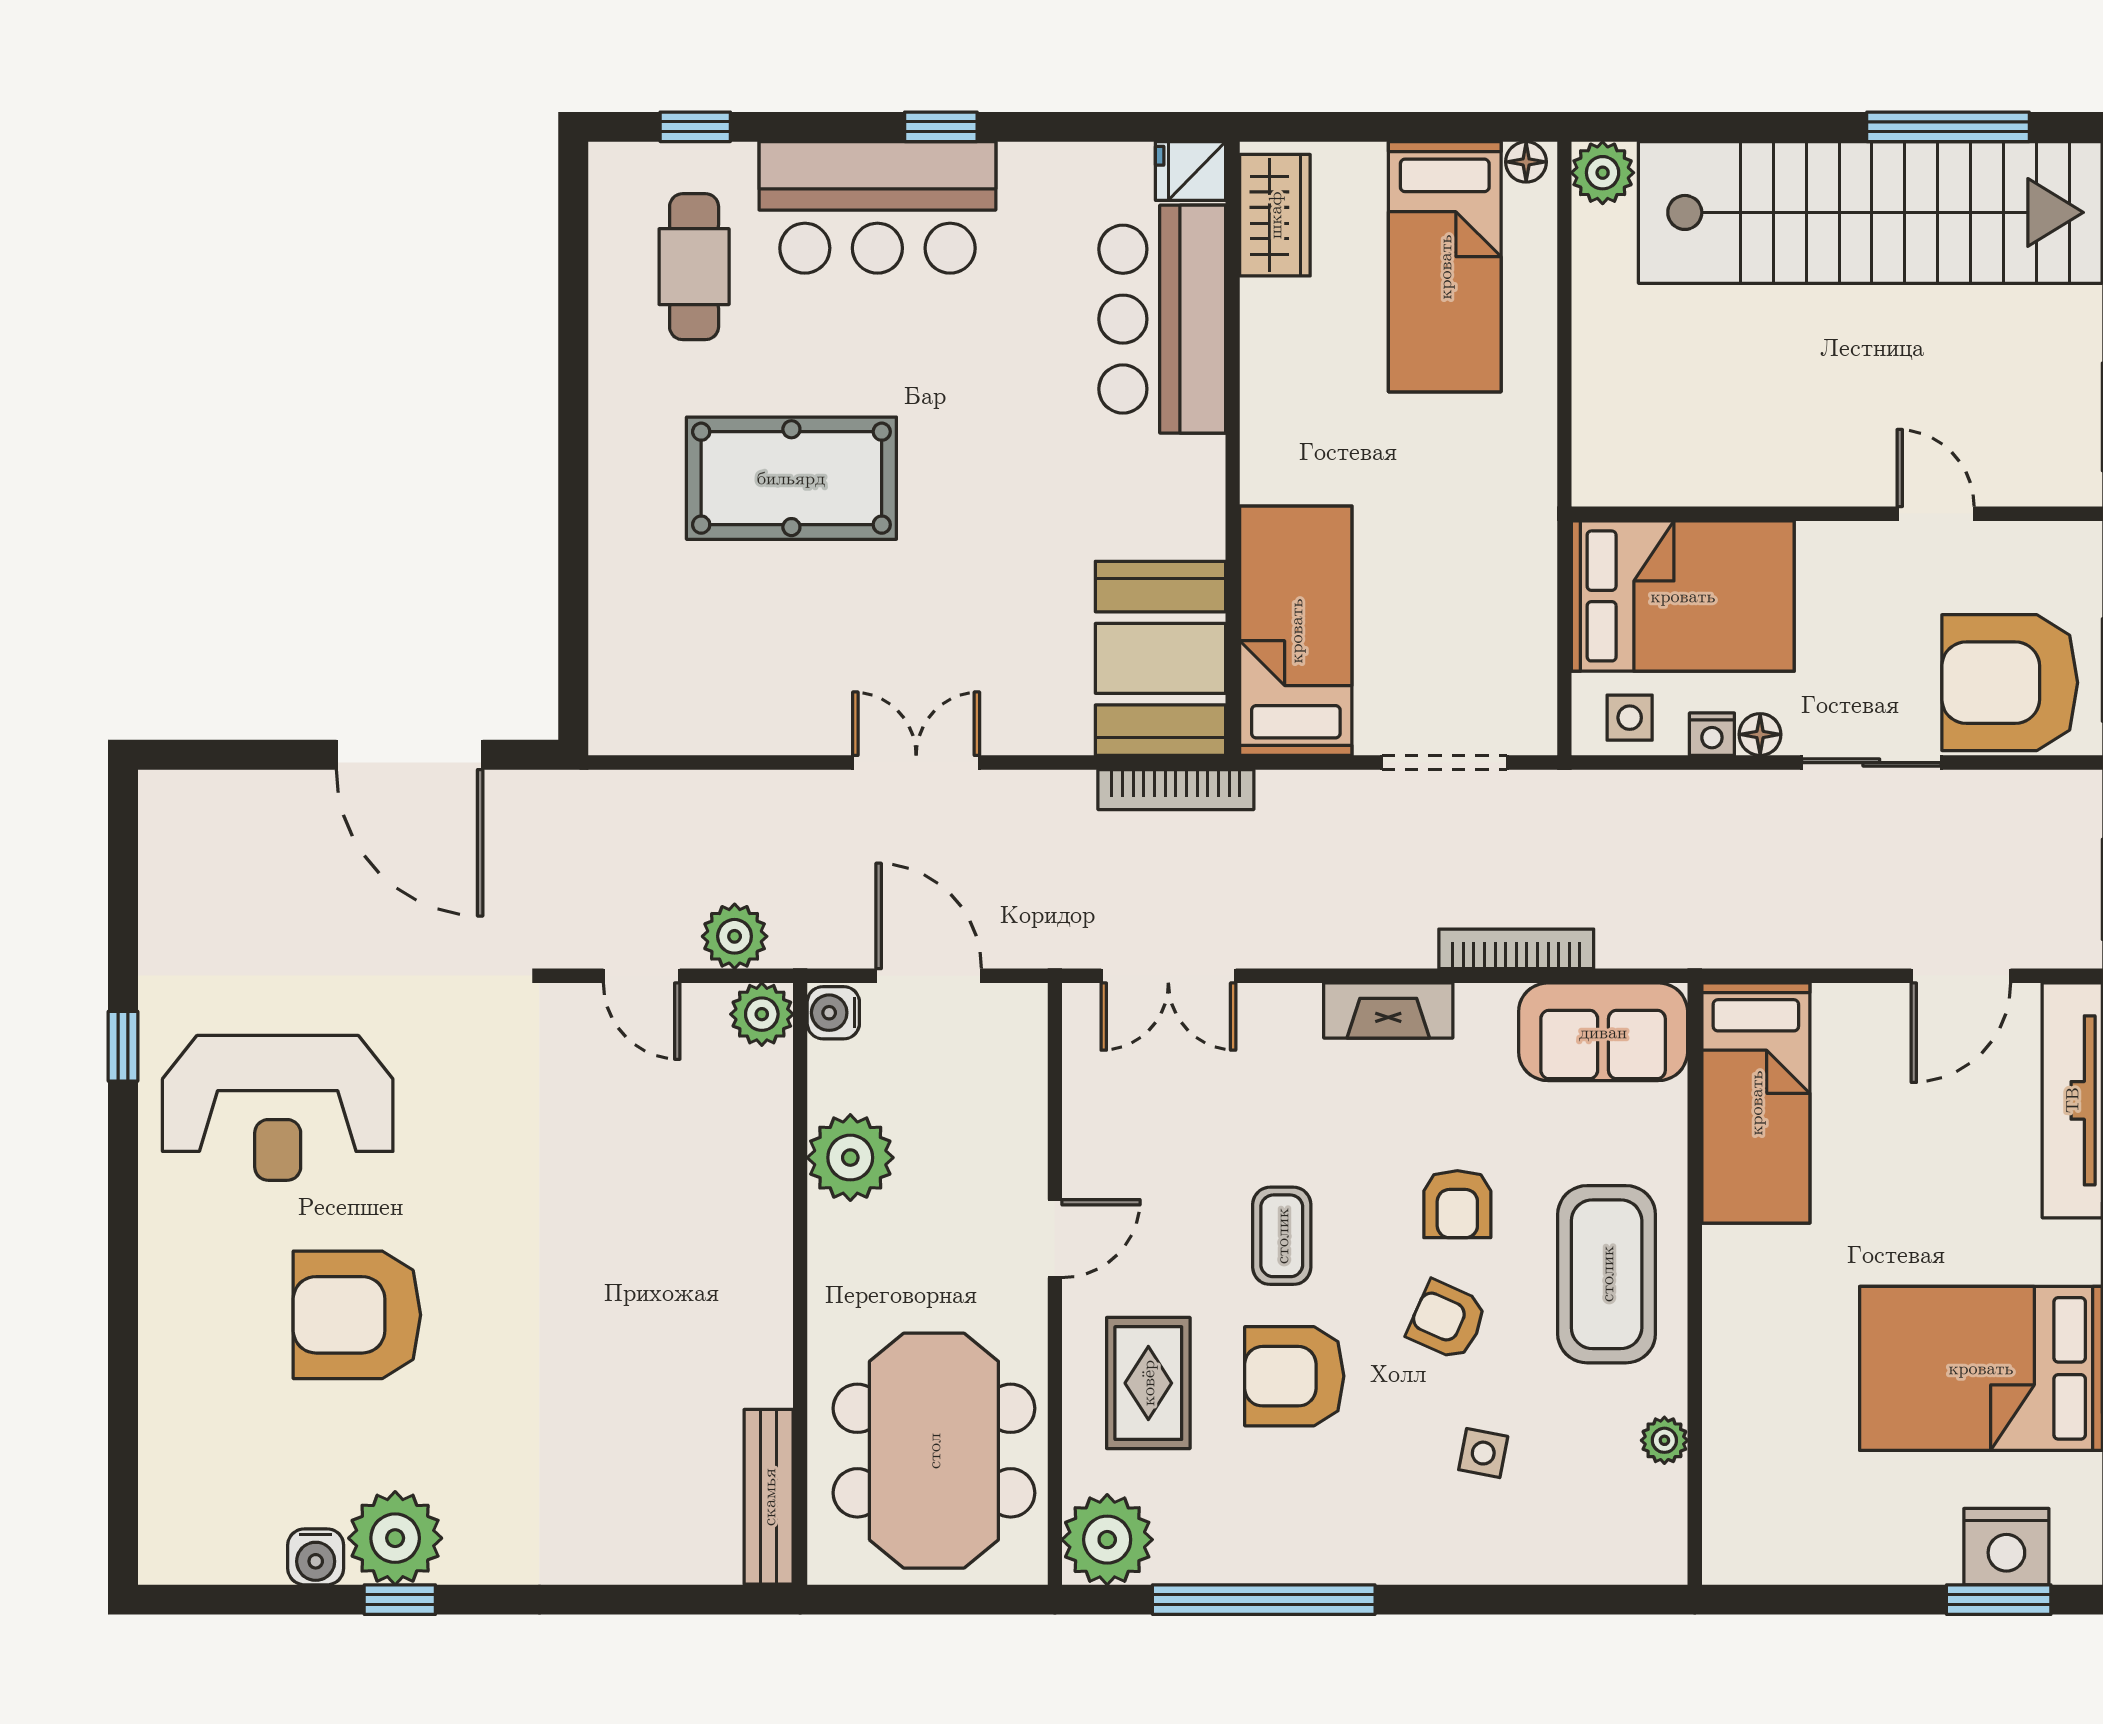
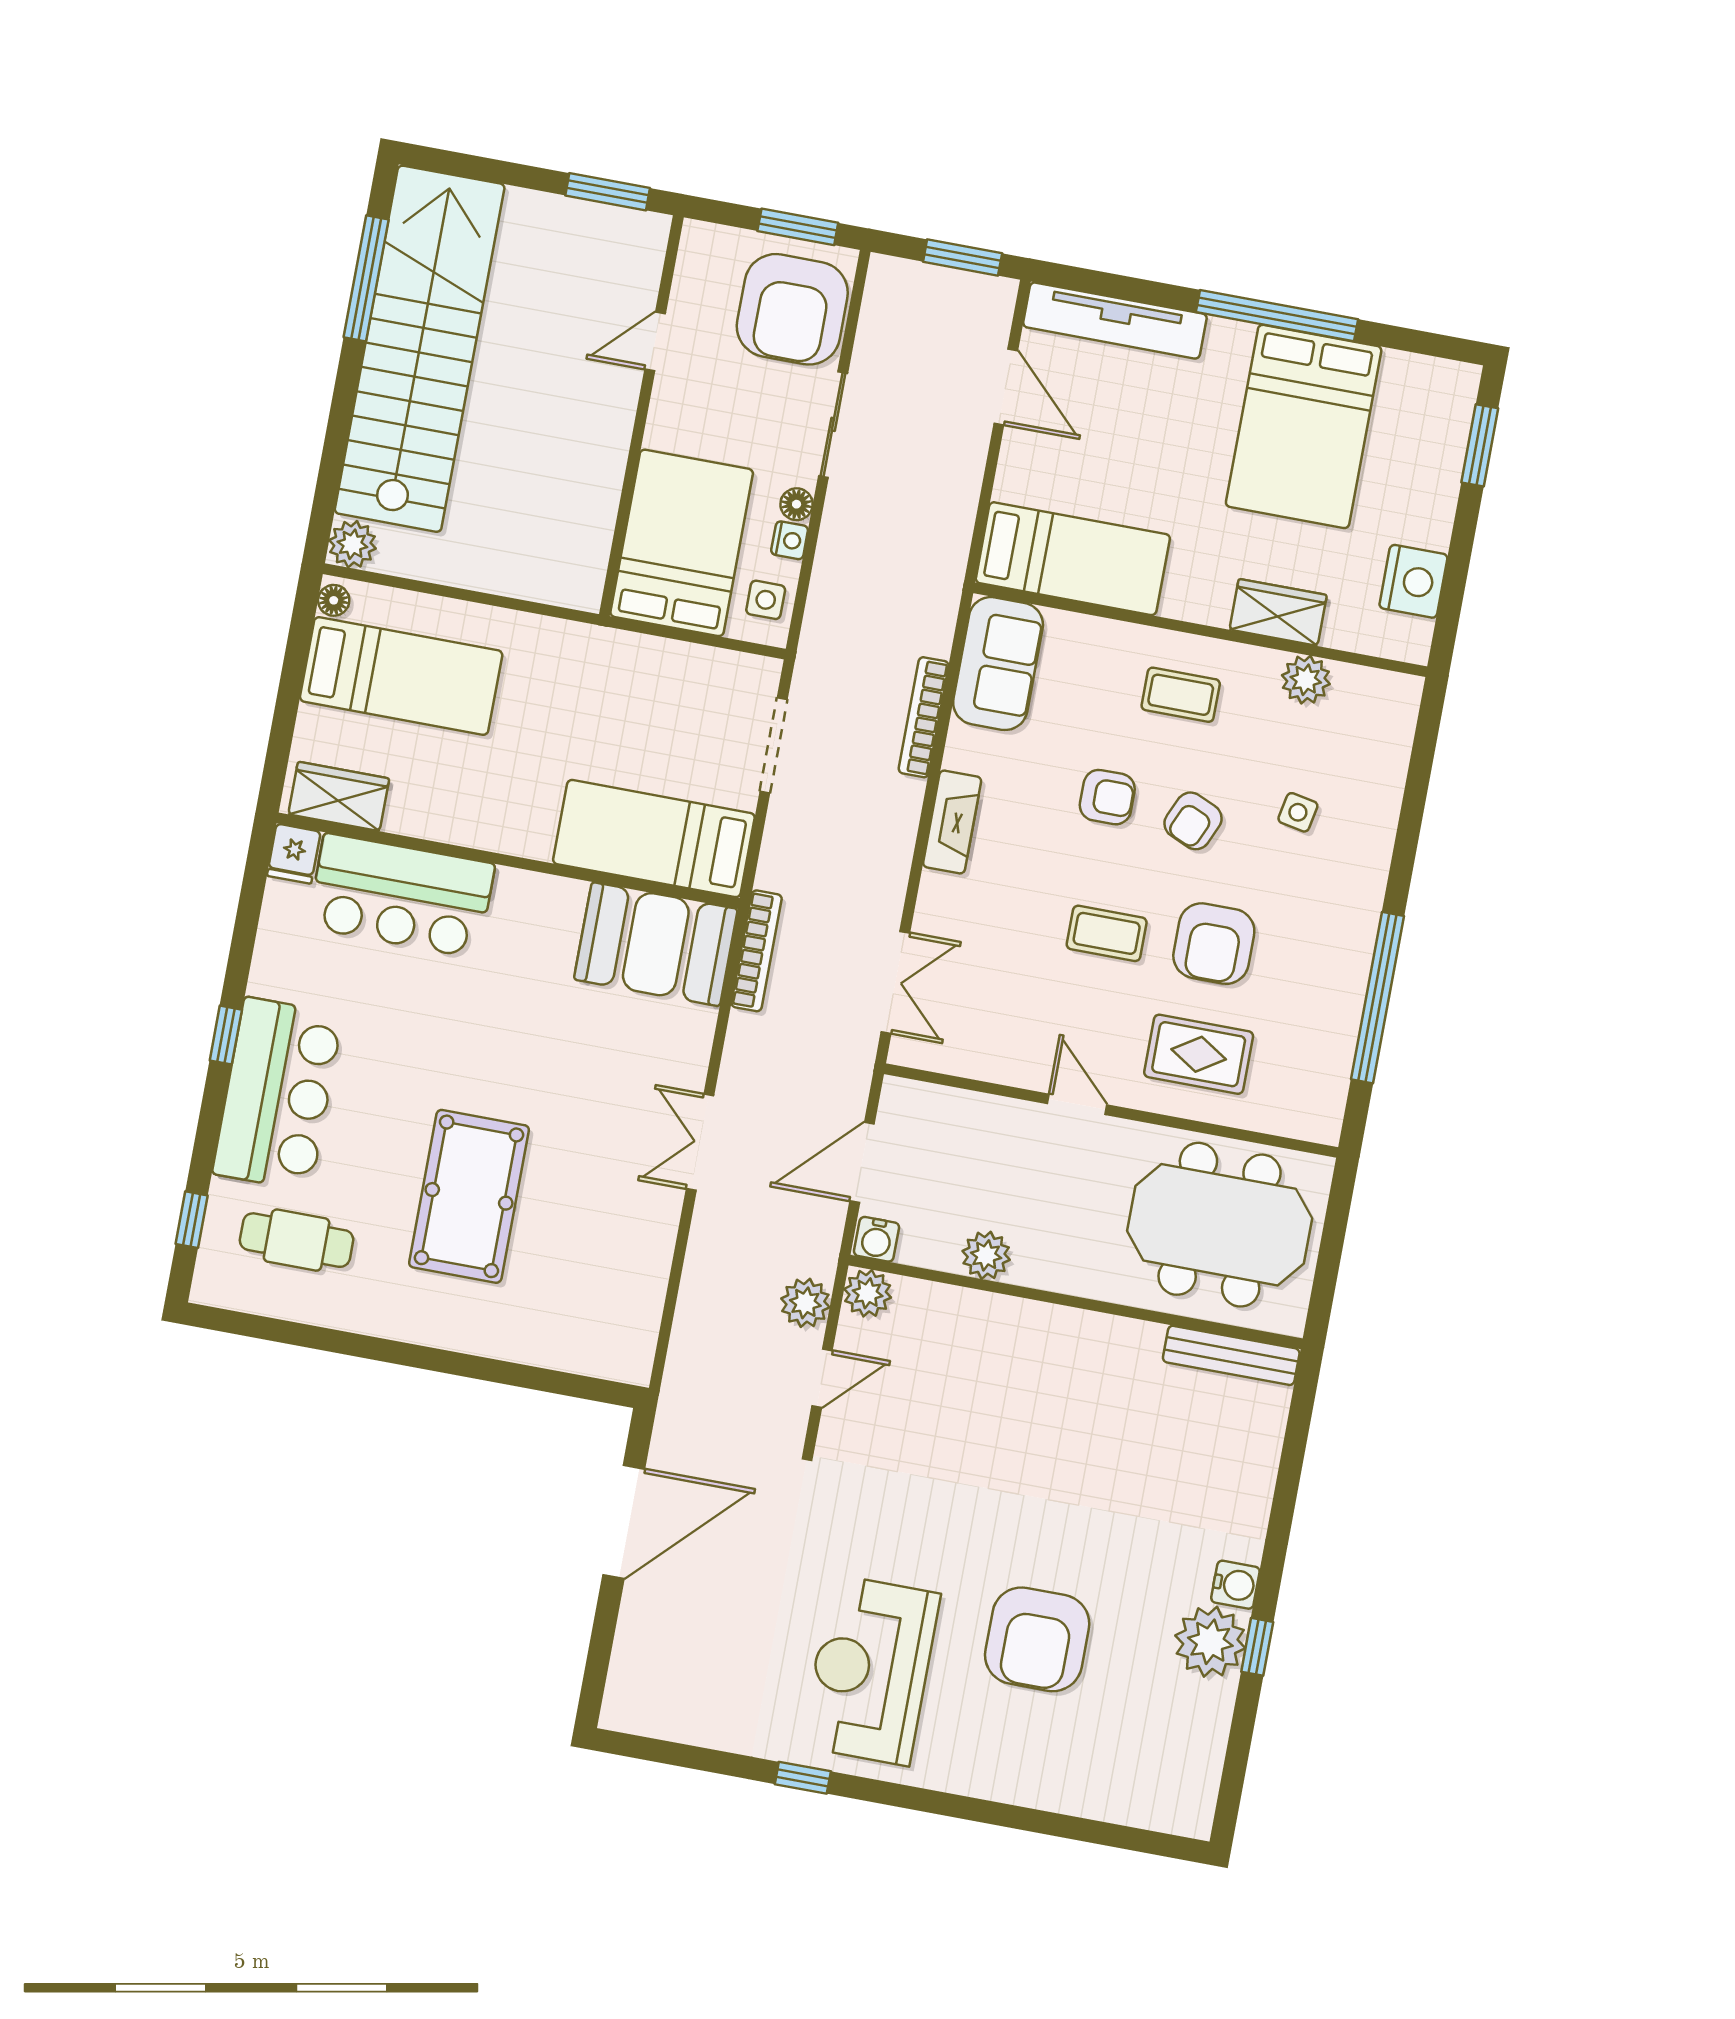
reception desk: (278, 1108) -> (871, 1670), turned 180
plant: (850, 1158) -> (986, 1255), width x0.73, depth x0.73
coffee table: (1607, 1274) -> (1181, 695), width x0.54, depth x0.58
wardrobe: (1736, 1380) -> (1278, 612), added
plant: (1664, 1440) -> (1306, 680), width x1.38, depth x1.38
plant: (1107, 1540) -> (1311, 1107), removed
nightstand: (2006, 1547) -> (1413, 581), moved
water cooler: (316, 1557) -> (1235, 1585), moved

